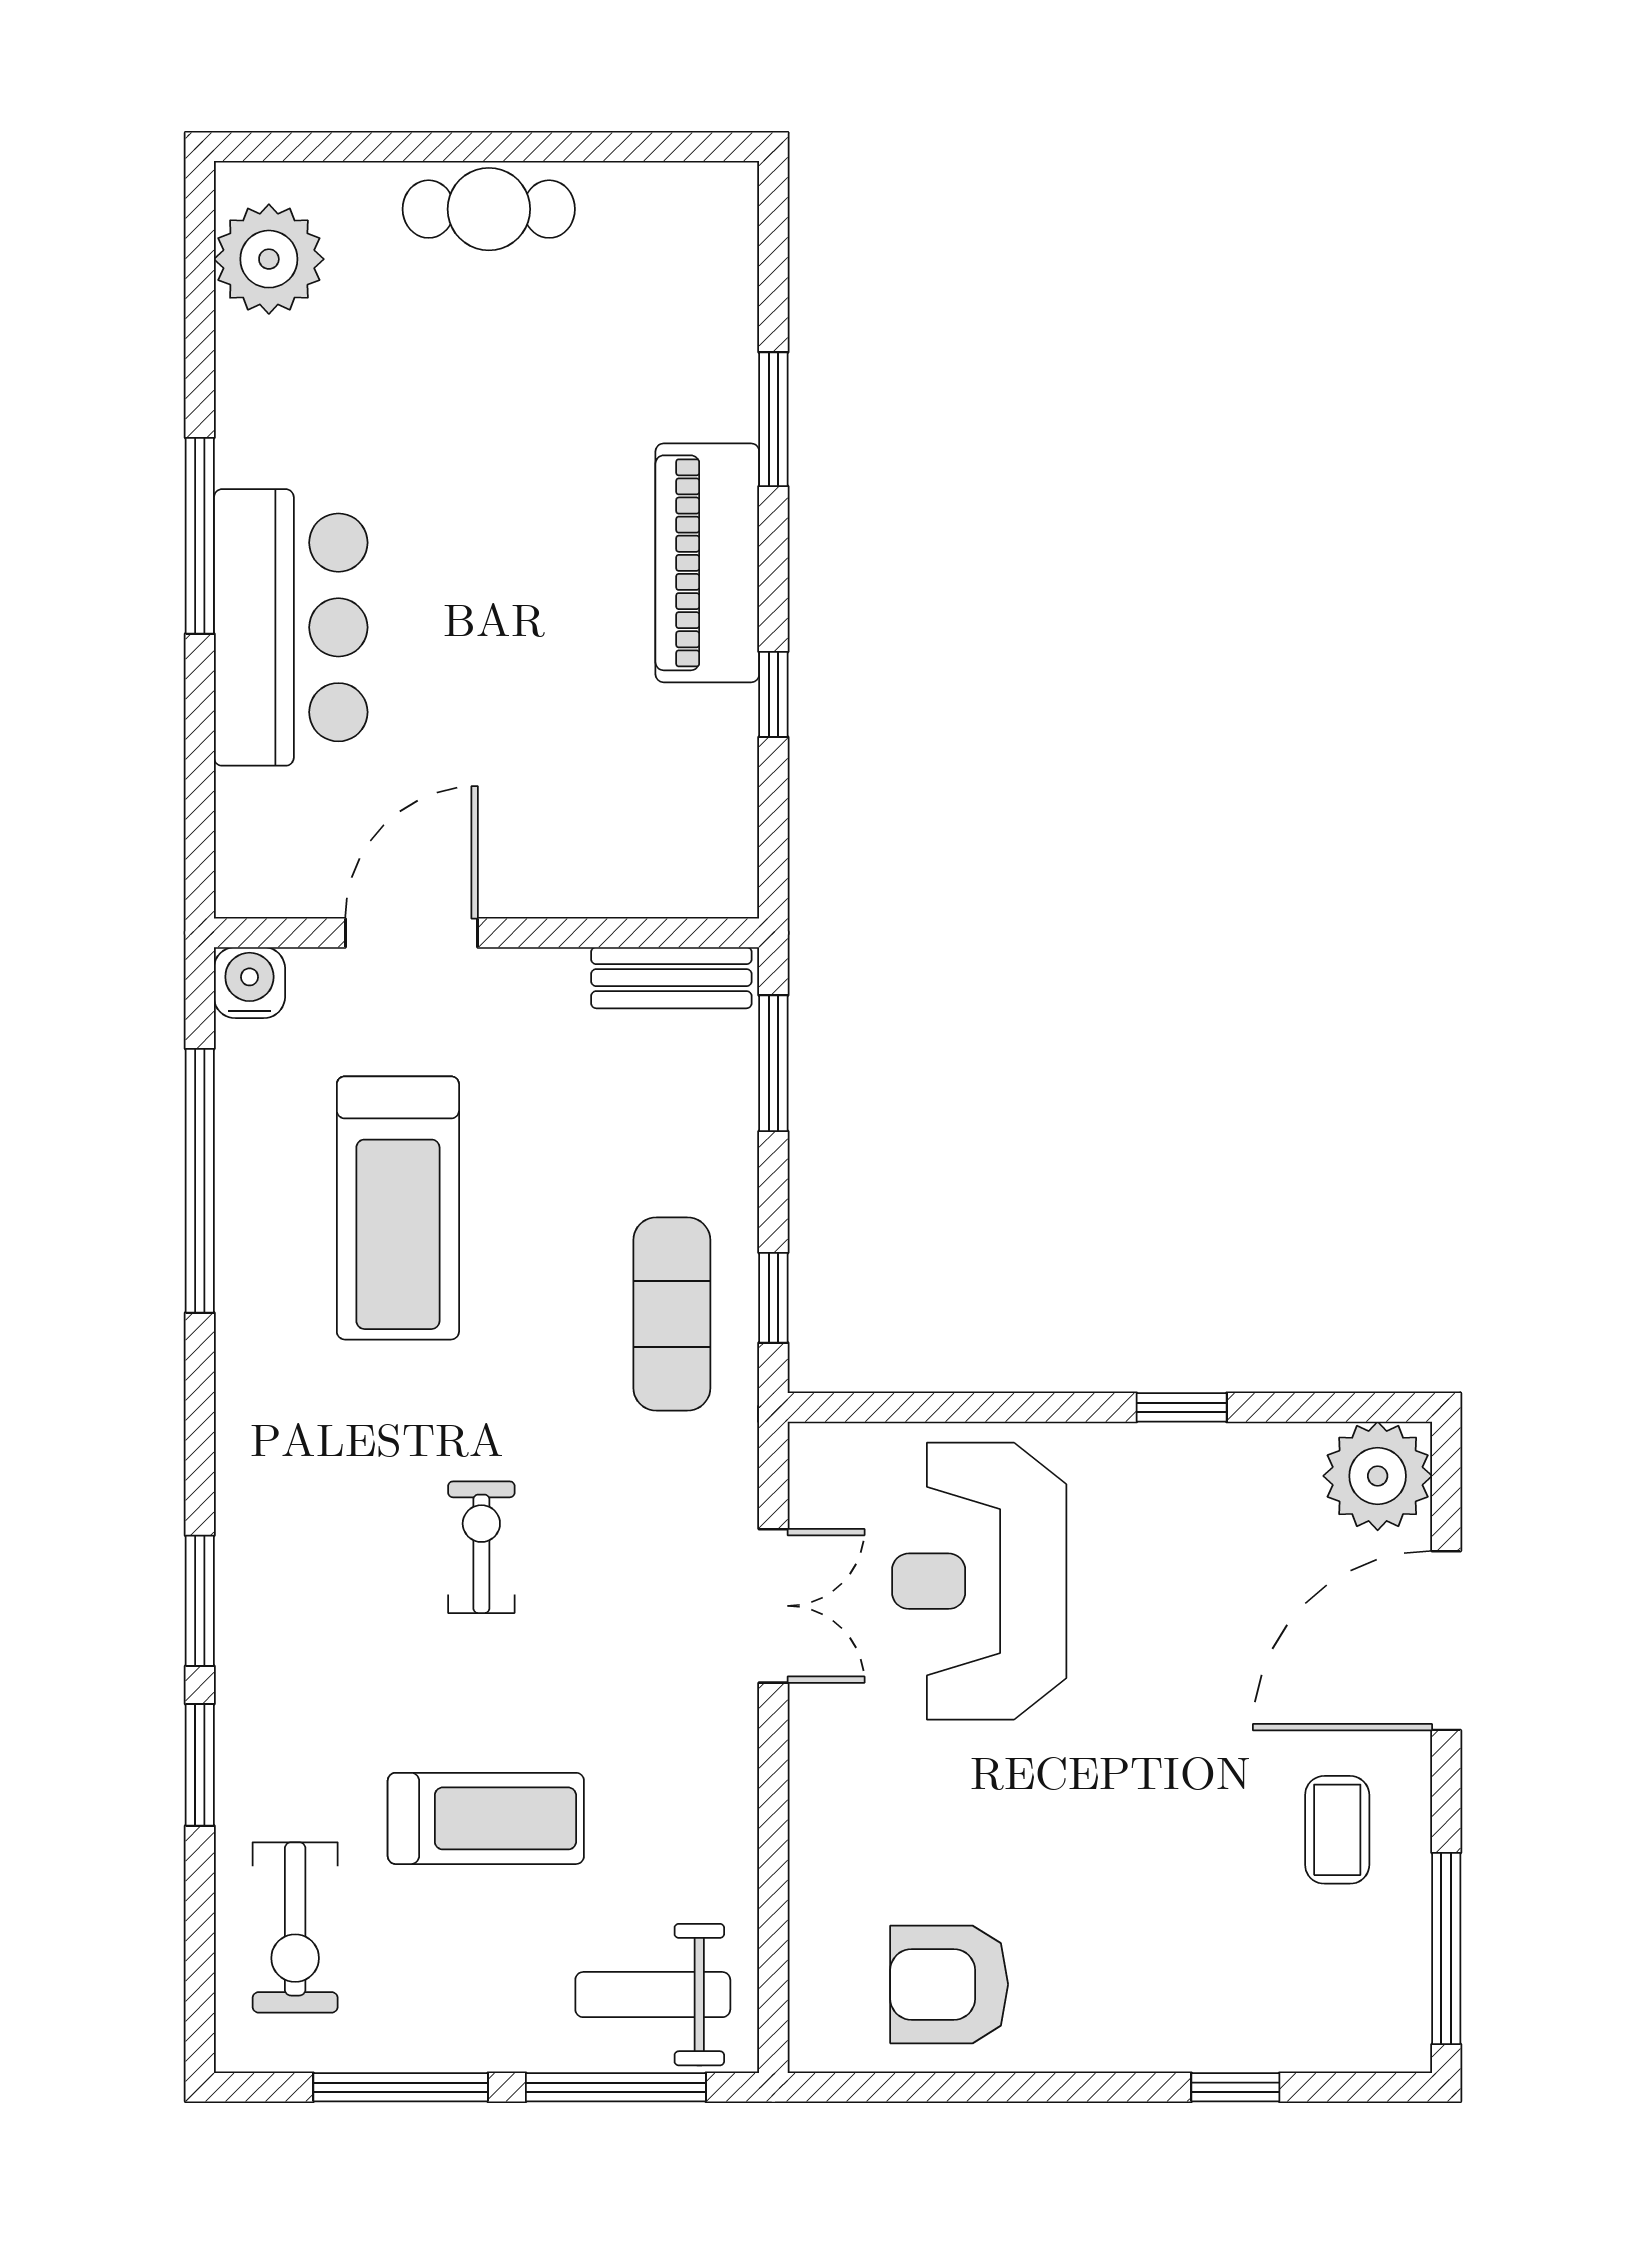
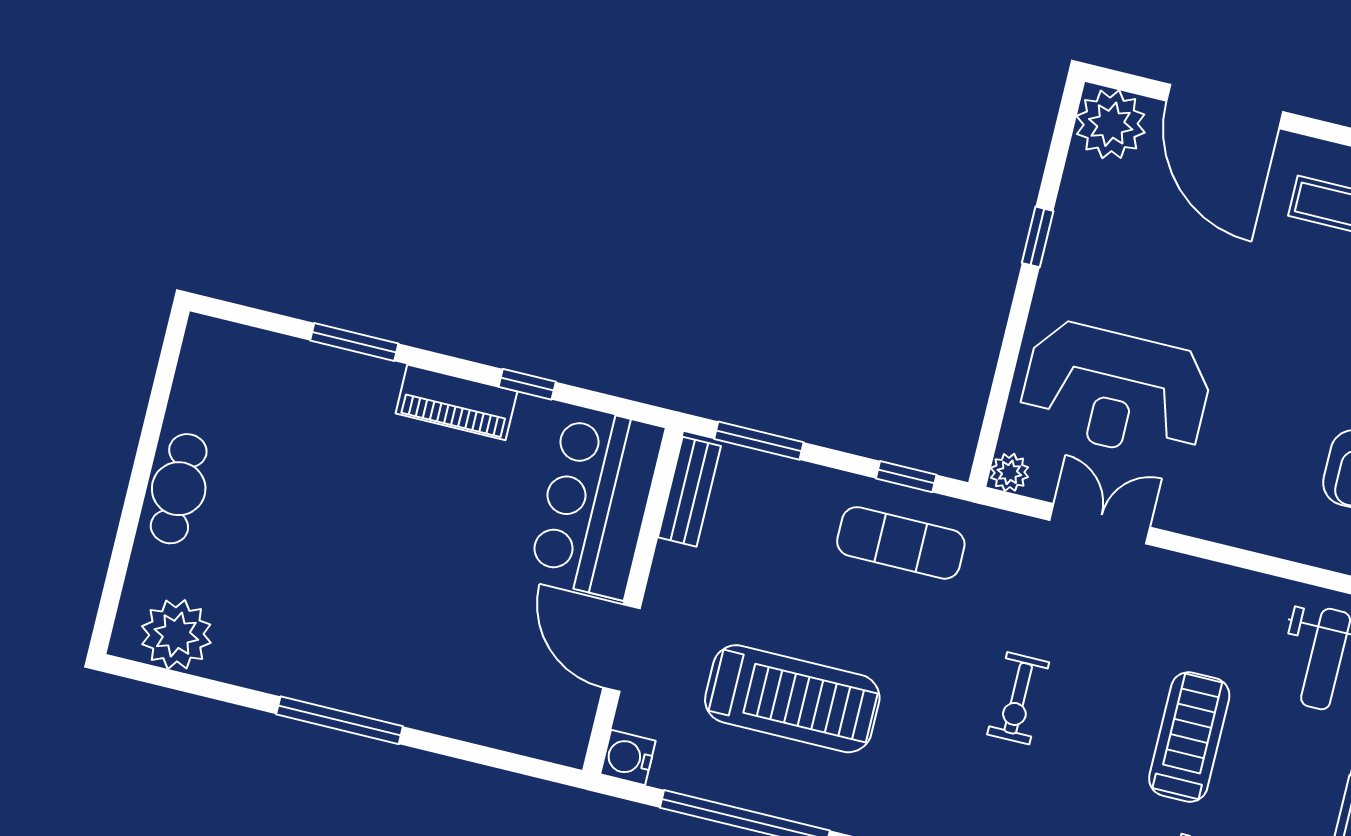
piano: (707, 563) -> (456, 402), width x0.73, depth x0.75
bar counter: (291, 627) -> (596, 503), moved, turned -90
plant: (817, 1451) -> (1009, 472), added
exercise bike: (481, 1547) -> (1018, 698), turned -90

